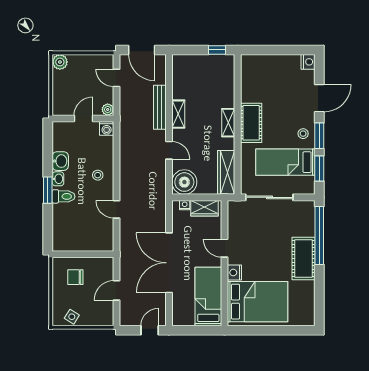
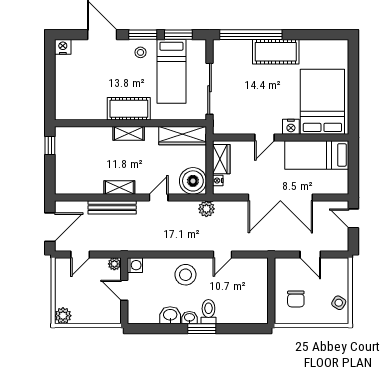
stool: (98, 175) -> (185, 275), width x1.89, depth x1.89
plant: (159, 195) -> (206, 209), added

